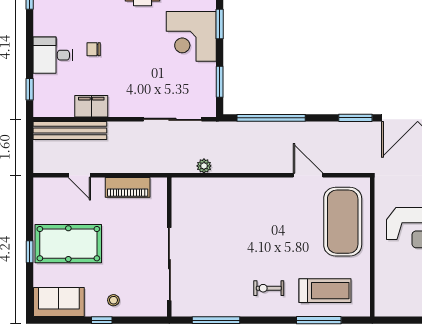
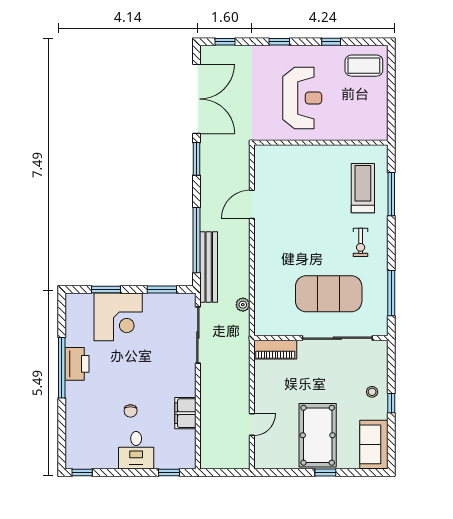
bench: (70, 131) -> (209, 267), moved
piano: (128, 187) -> (275, 350), moved, turned 90
exercise mat: (343, 222) -> (329, 294), moved

